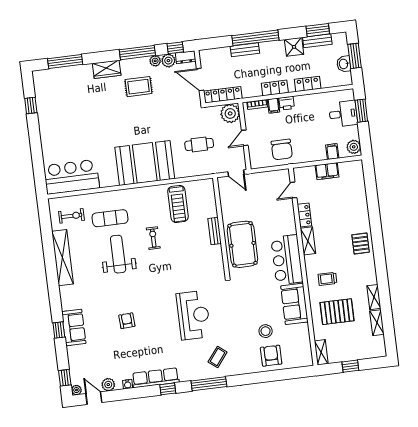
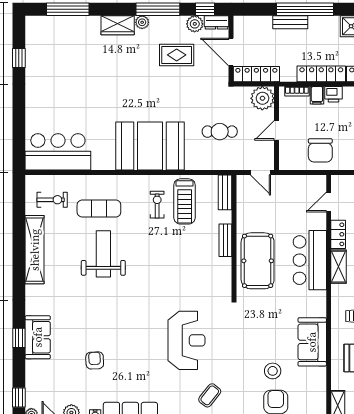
plant: (155, 61) -> (142, 22), moved
rug: (139, 87) -> (177, 55), moved
locker: (275, 88) -> (321, 74), width x1.53
bench: (209, 193) -> (225, 192), added
exercise bike: (153, 238) -> (157, 205), moved
bar counter: (287, 260) -> (310, 260), moved
armchair: (127, 321) -> (95, 360), moved

